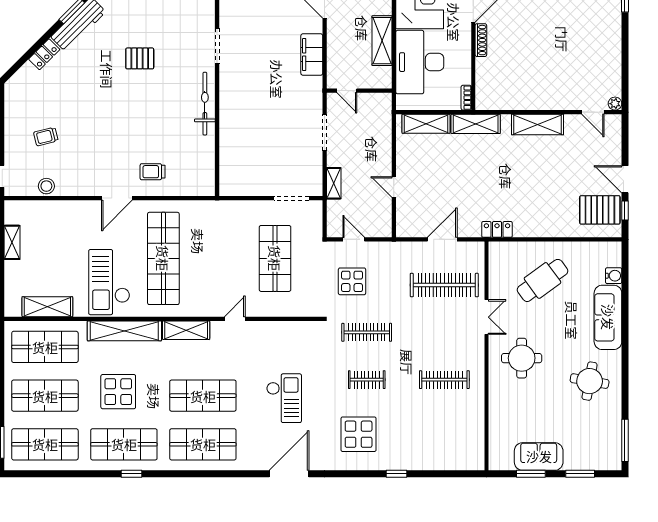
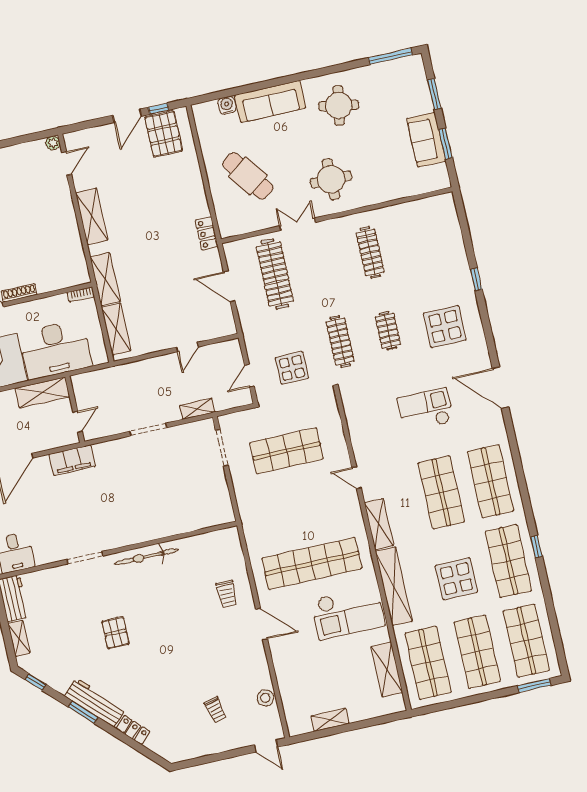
door: (347, 91) -> (78, 422), moved
wall: (359, 91) -> (75, 409), moved

